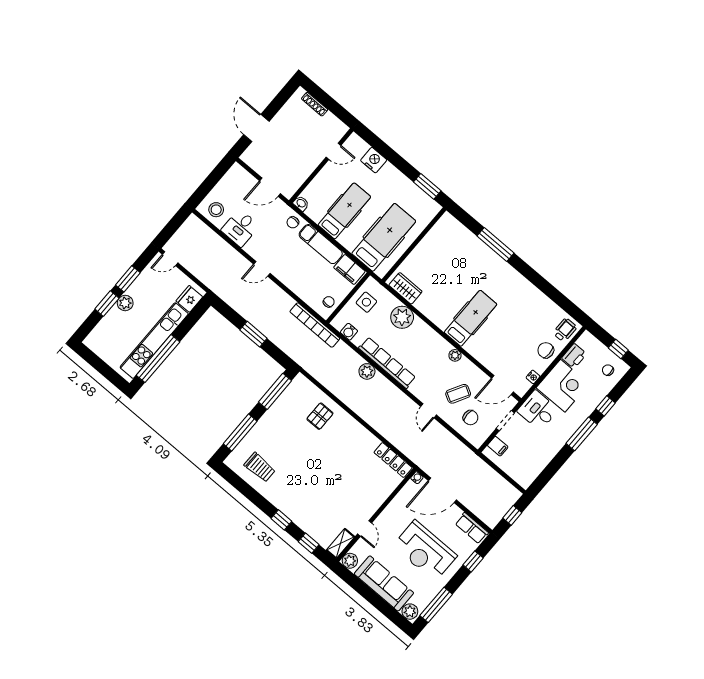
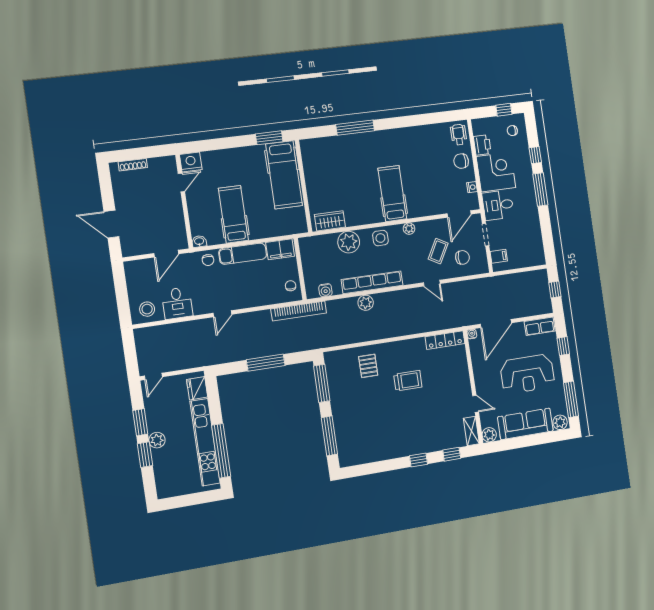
nightstand: (374, 160) -> (191, 162), moved
hospital bed: (384, 237) -> (284, 175), moved, turned 180
side table: (366, 302) -> (380, 238), moved
window: (253, 334) -> (266, 363), width x1.44
trolley: (260, 467) -> (408, 381), moved

